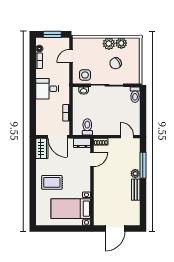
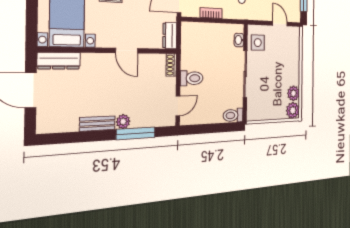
plant: (109, 44) -> (293, 110), moved
chair: (116, 63) -> (271, 86), removed
toilet: (87, 127) -> (192, 78), moved
door: (92, 159) -> (127, 51), moved
dresser: (98, 213) -> (59, 61), added

